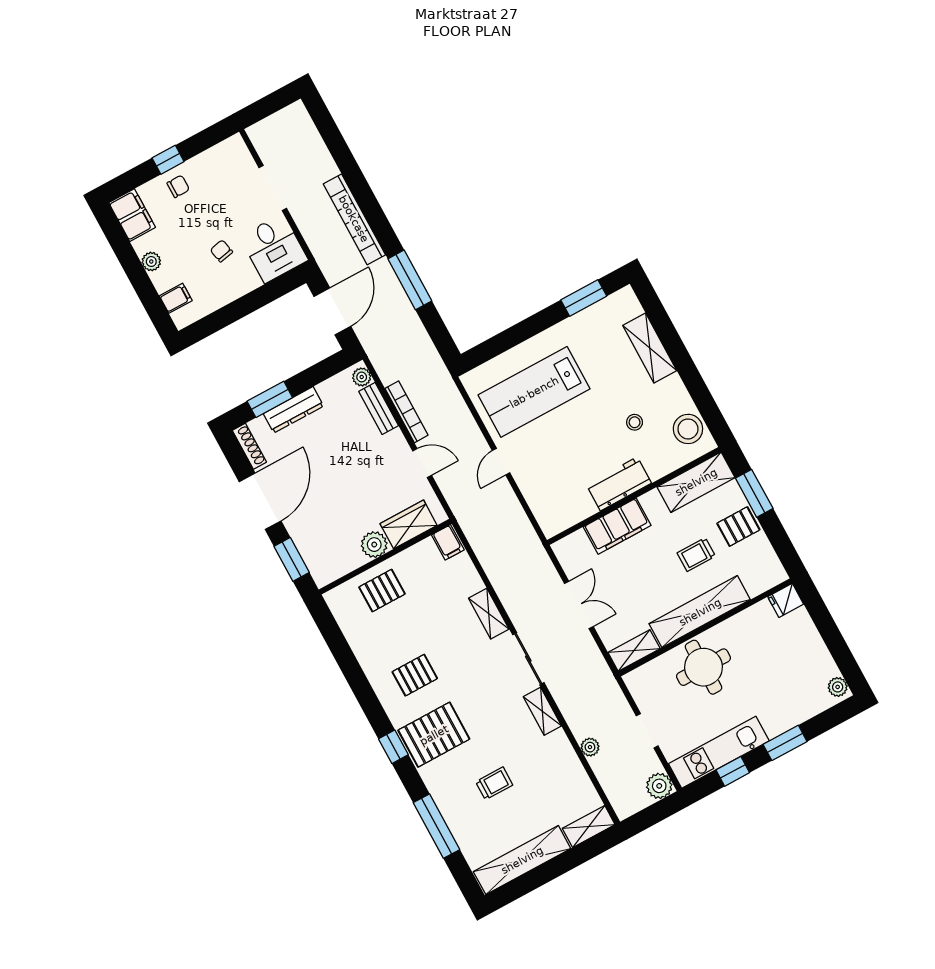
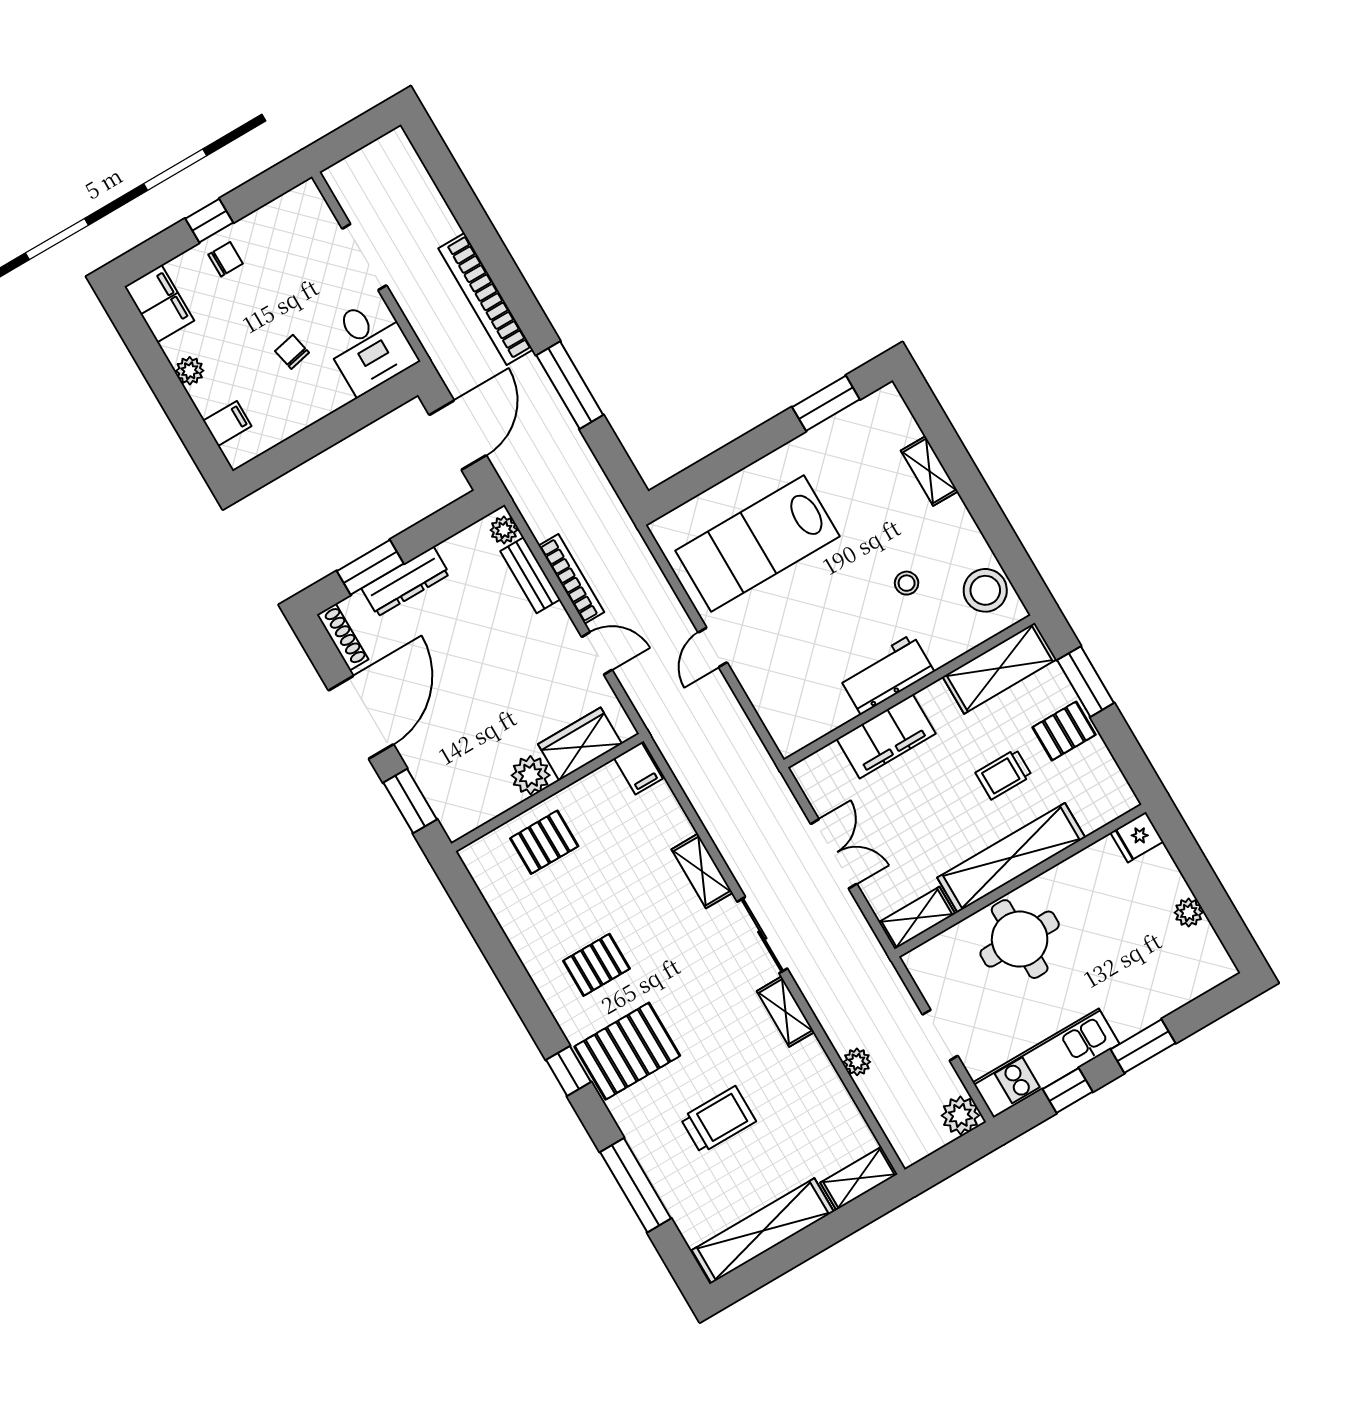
shelving: (650, 348) -> (929, 471), width x0.67, depth x0.75
plant: (838, 687) -> (1189, 912), moved
trolley: (494, 783) -> (718, 1120), width x1.36, depth x1.39

